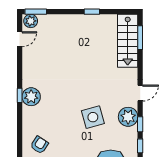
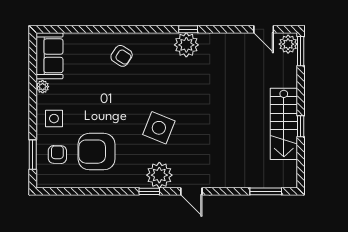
stairs: (128, 41) -> (284, 124), moved, turned -90
side table: (93, 117) -> (159, 128), turned 37
window: (140, 146) -> (120, 191), removed

